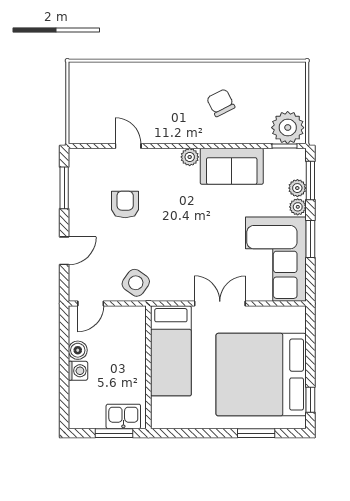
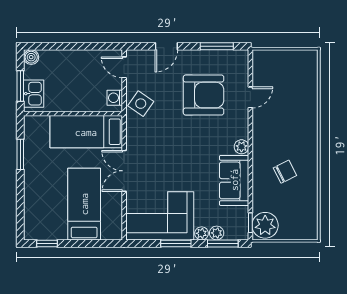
armchair: (125, 204) -> (204, 95), width x1.88, depth x1.88
door: (64, 251) -> (166, 46), hinge flipped
double door: (220, 304) -> (124, 171), swing flipped
boiler: (78, 350) -> (31, 57), moved
washing machine: (78, 371) -> (115, 98), moved, turned 90
bed: (261, 375) -> (84, 204), width x0.49
window: (256, 433) -> (20, 154), moved

